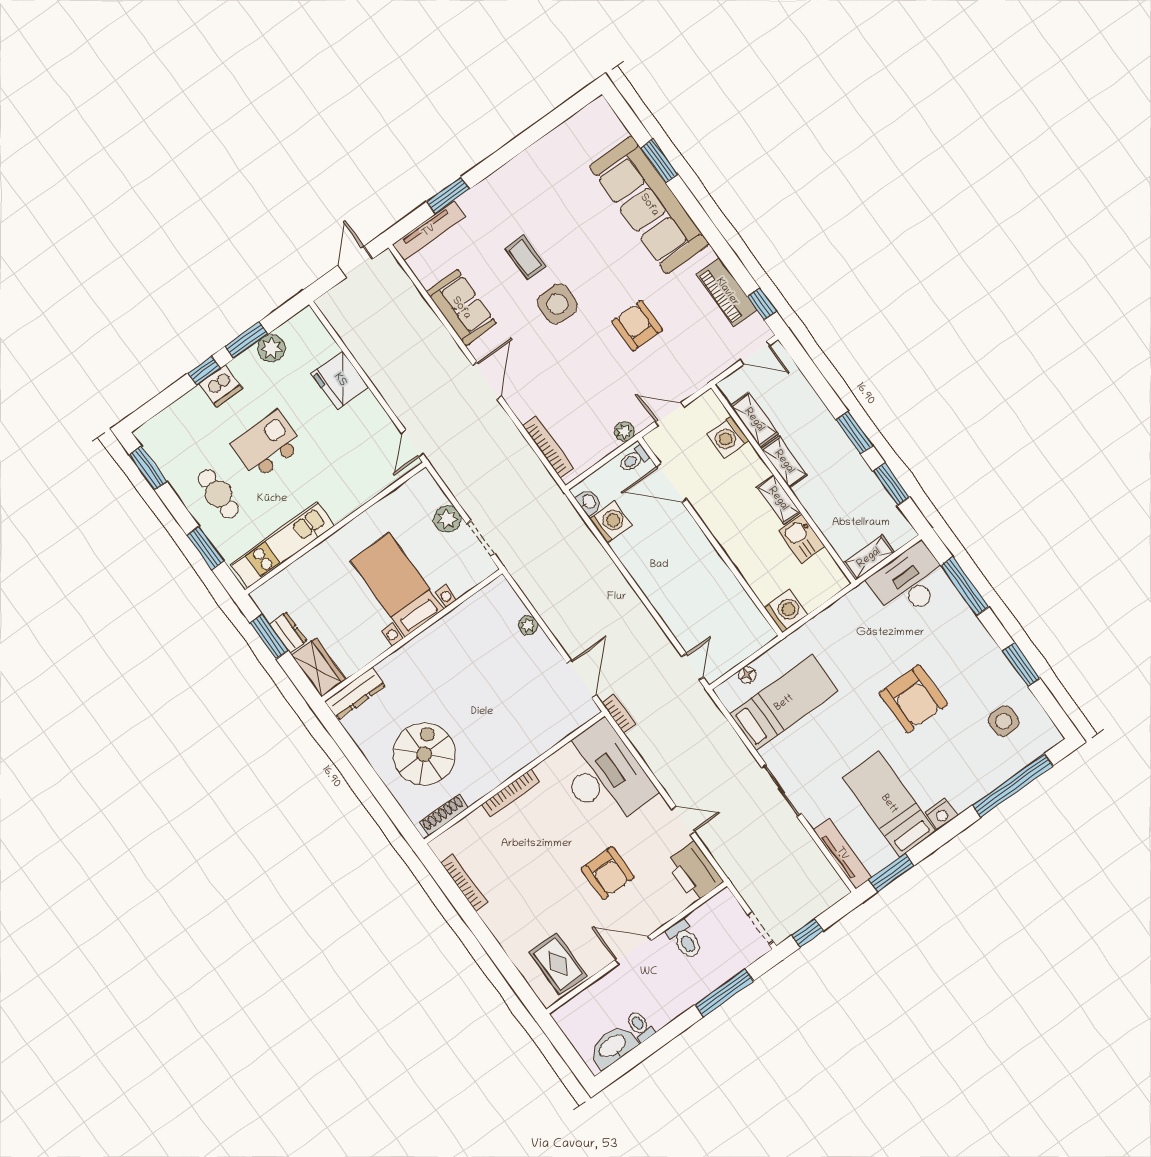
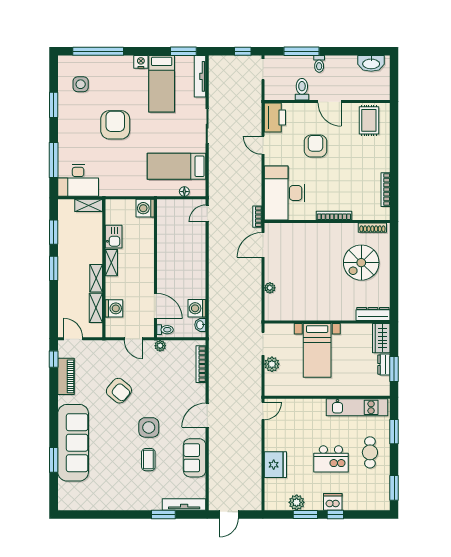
armchair: (637, 326) -> (119, 391), turned -50
toilet: (640, 1026) -> (319, 64), moved

